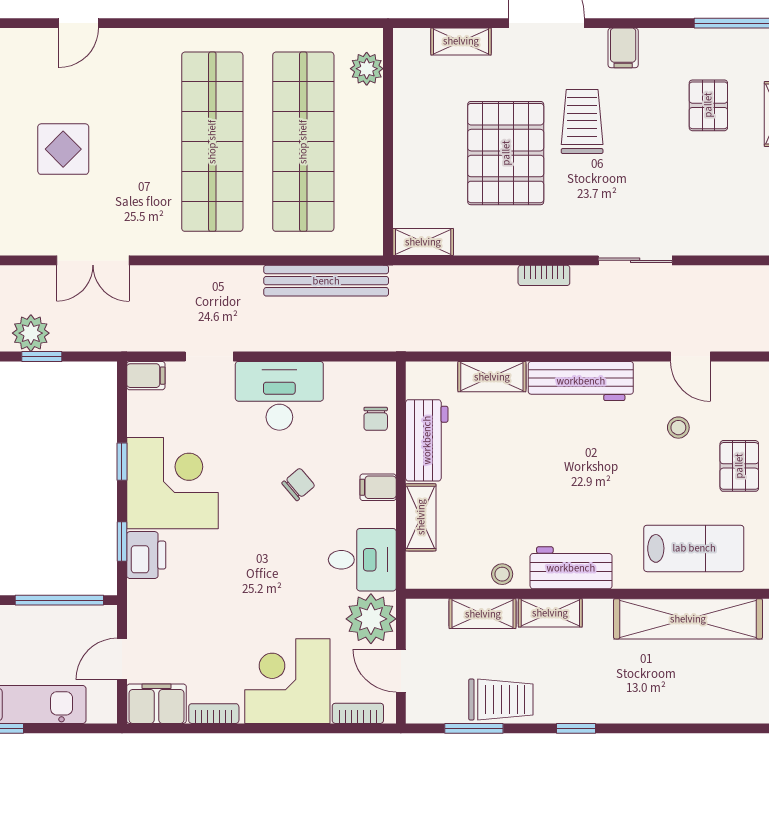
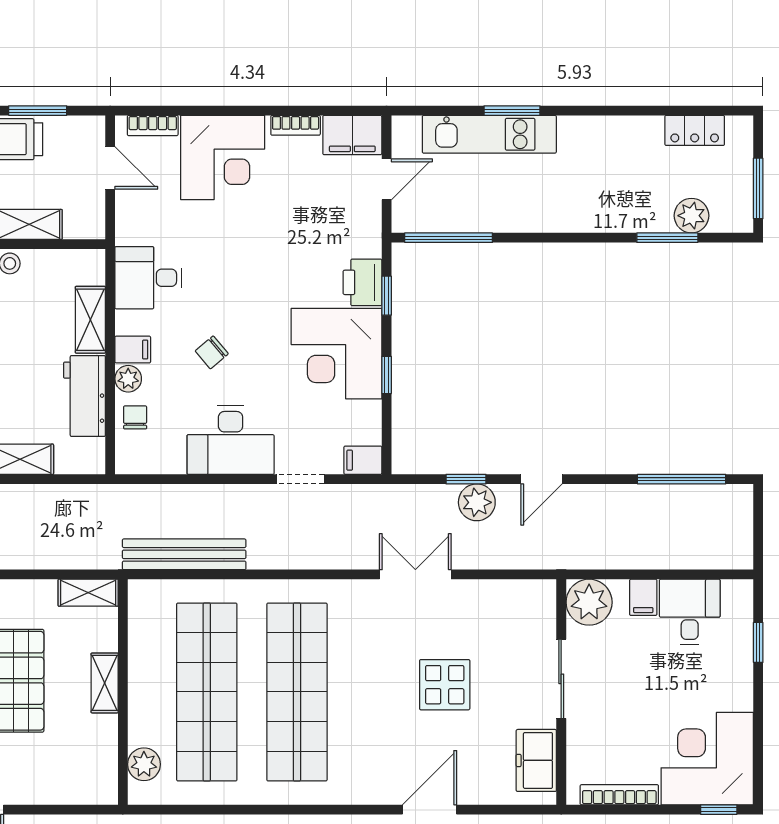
door: (79, 23) -> (430, 810), width x1.38
shelving: (461, 41) -> (105, 683), moved, turned 90
plant: (371, 619) -> (128, 379), moved, width x0.53, depth x0.53

